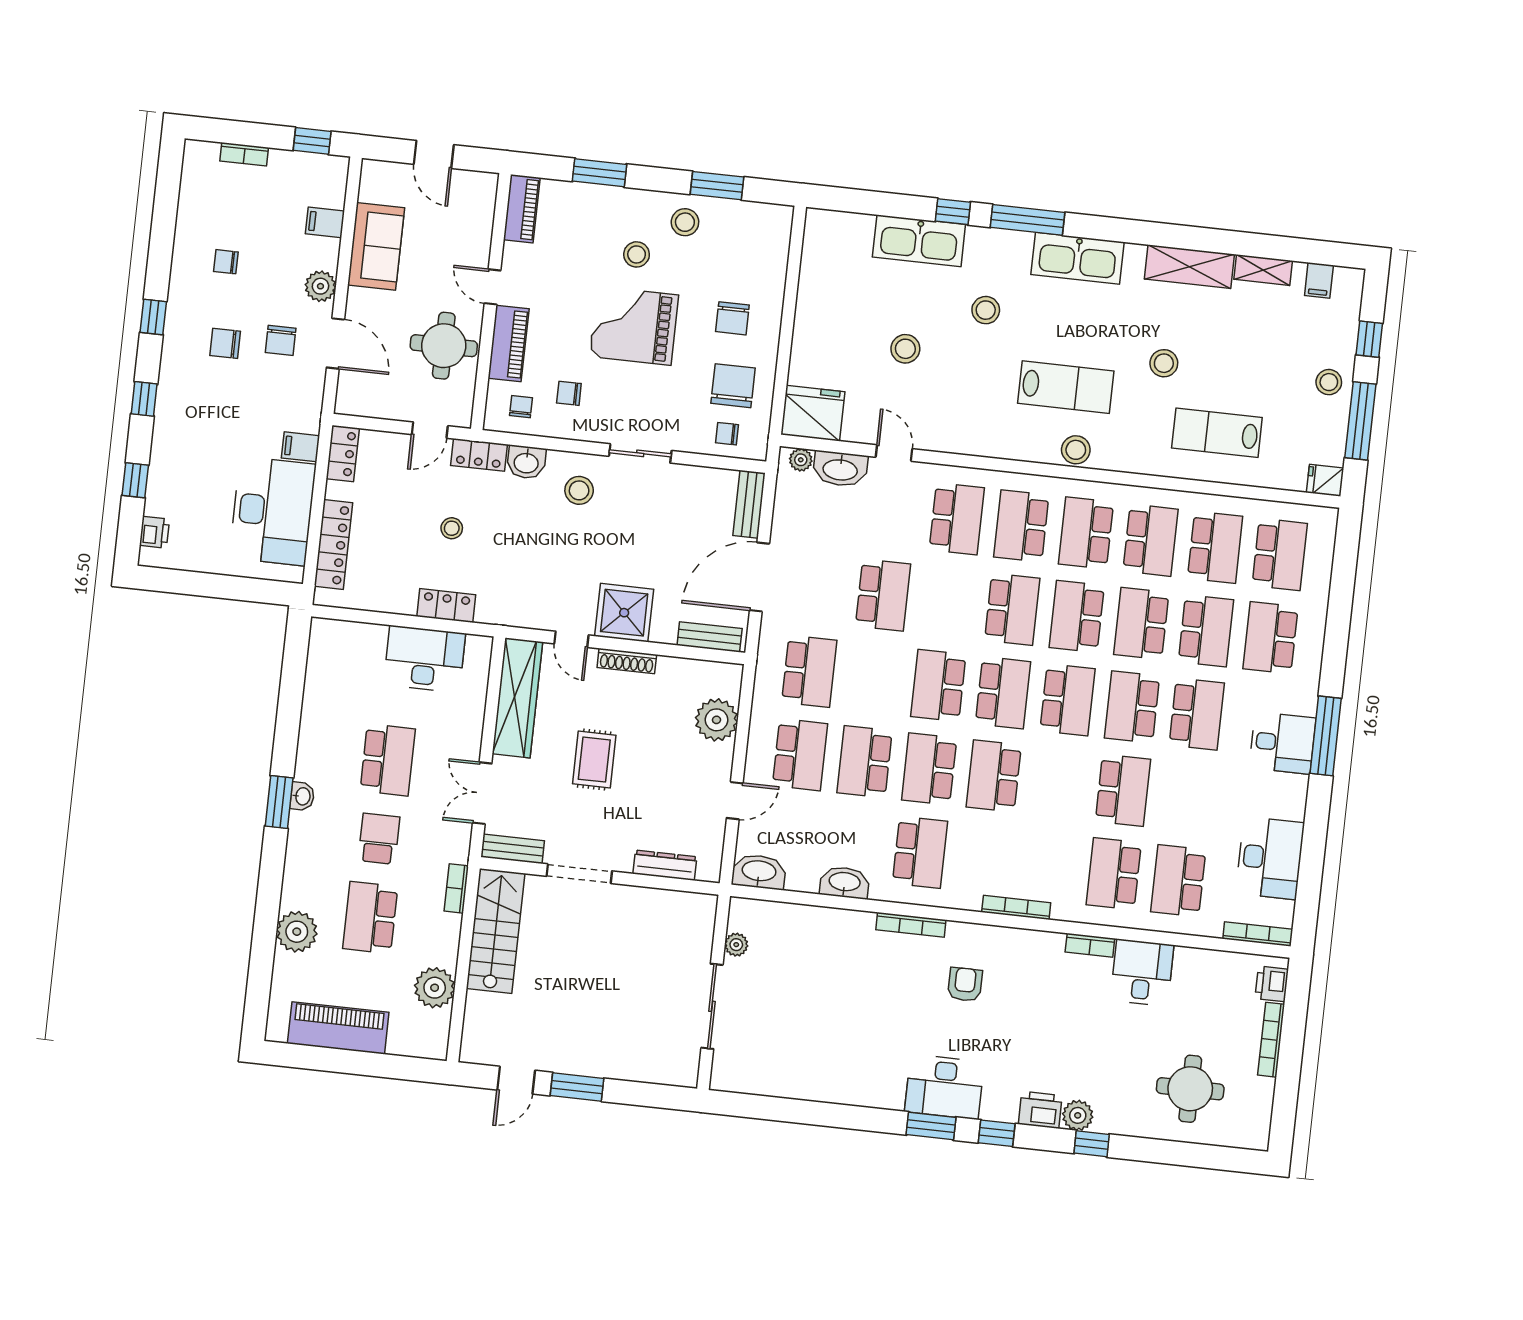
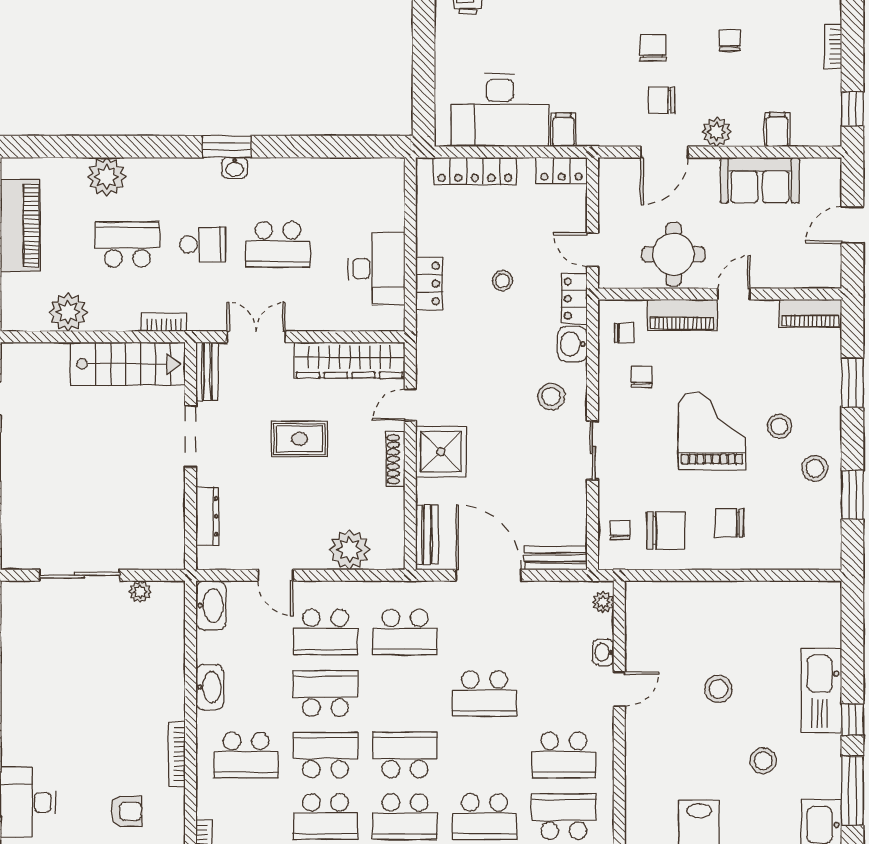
fridge: (813, 413) -> (648, 609), removed
washbasin: (840, 469) -> (603, 652), width x0.52, depth x0.69
school desk: (994, 776) -> (325, 817), turned 180

